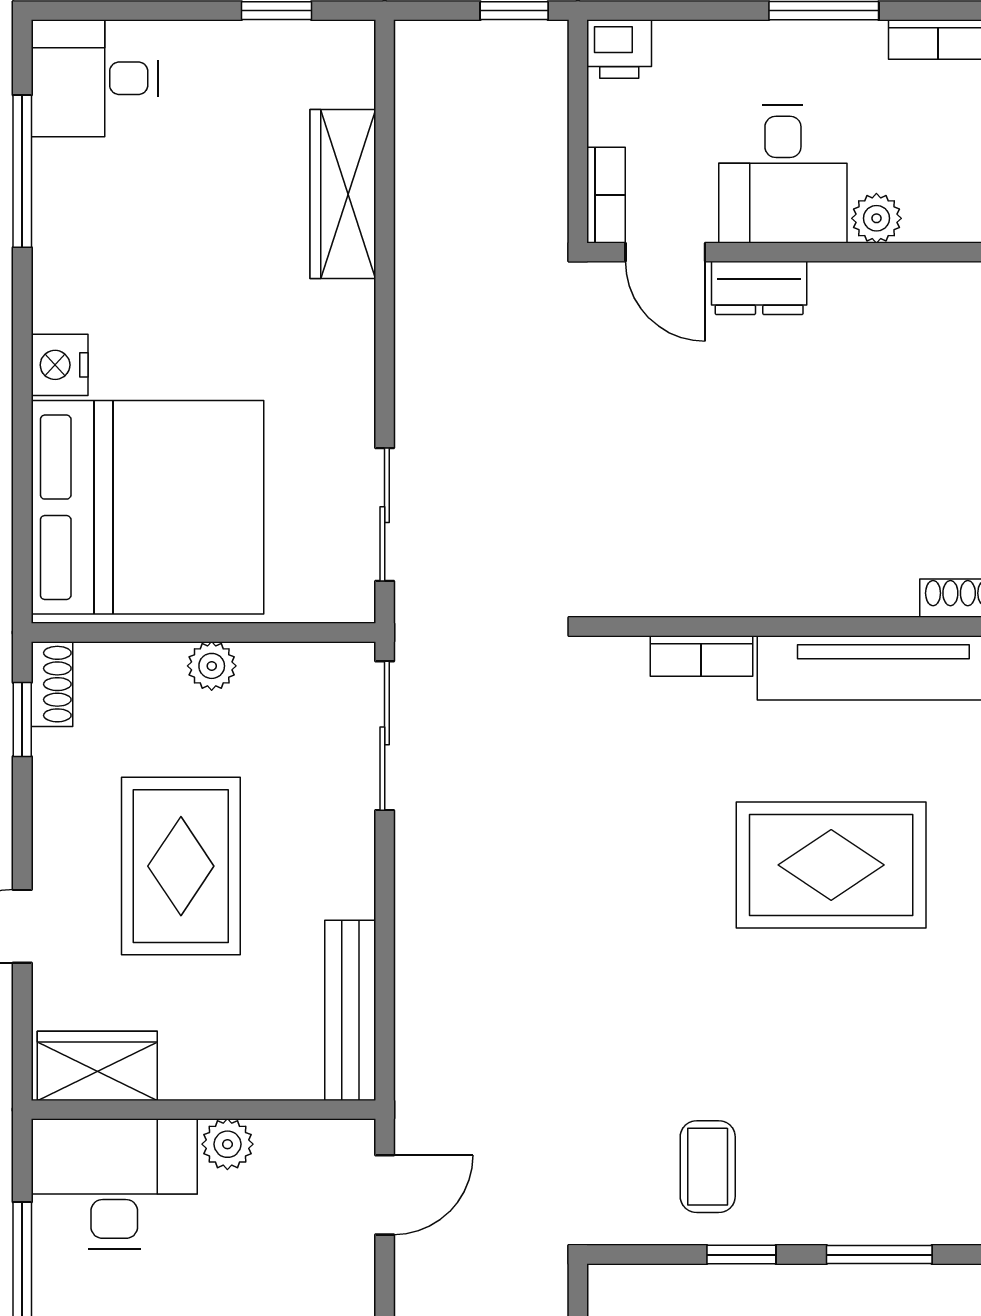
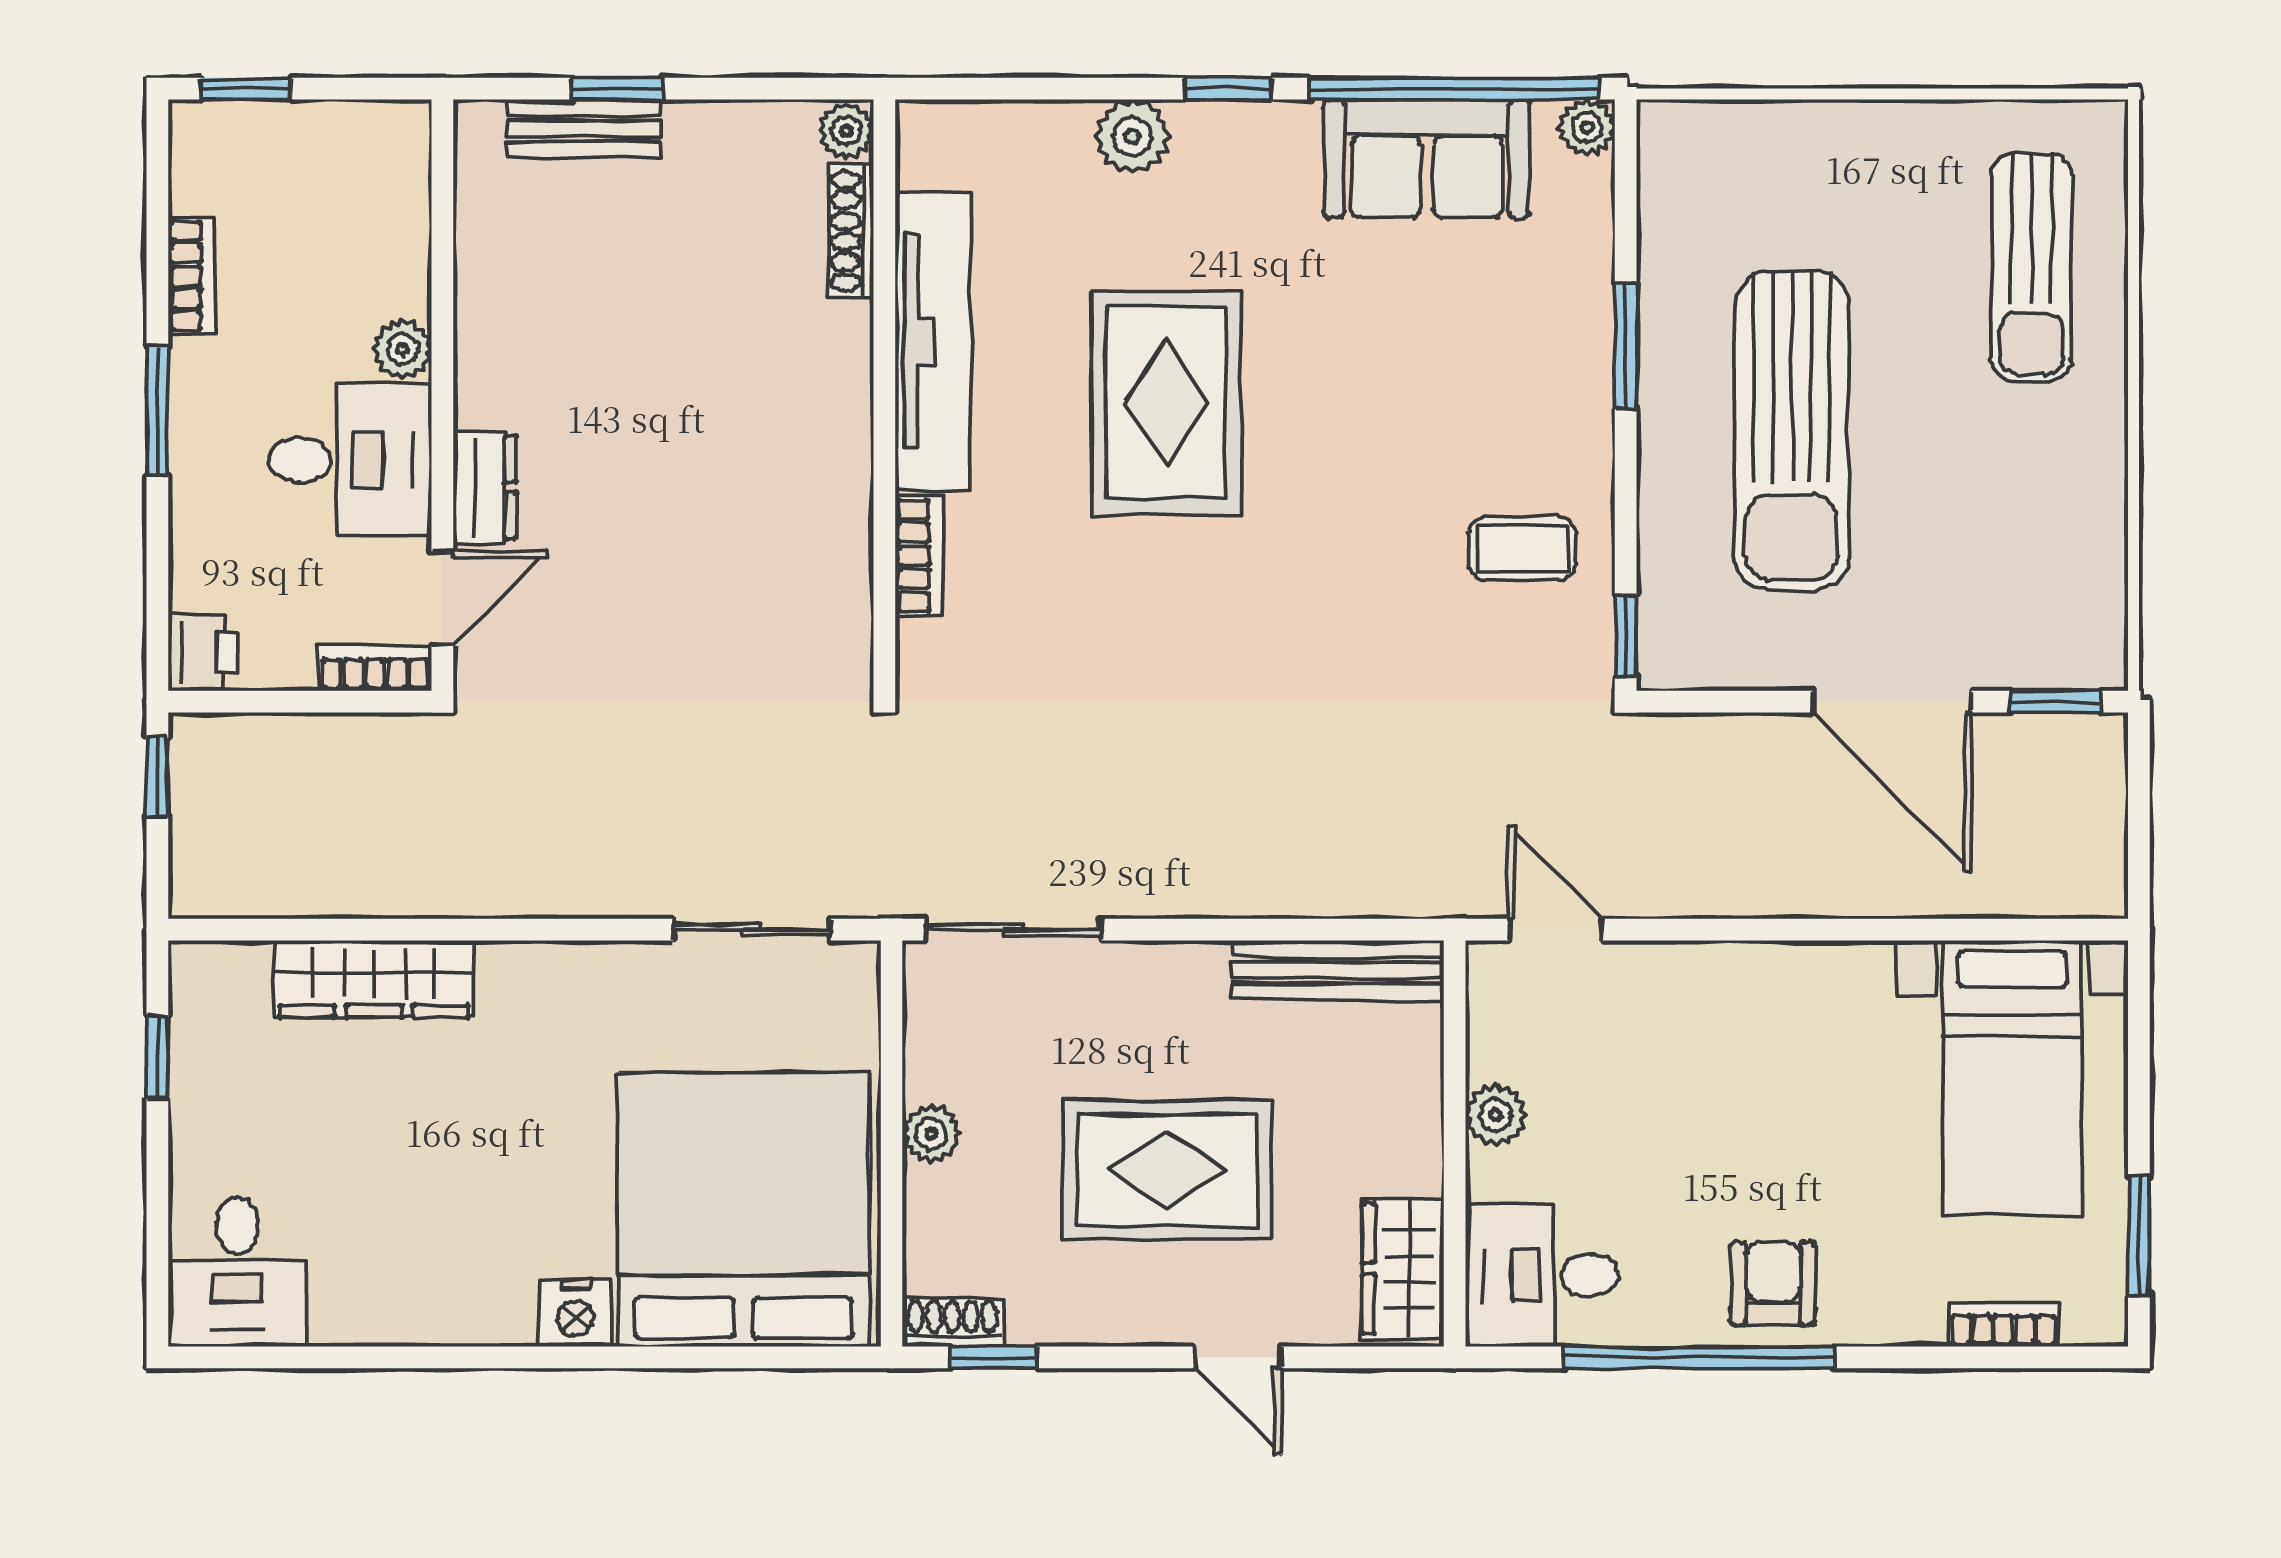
window: (22, 171) -> (347, 1357), removed
desk: (114, 1184) -> (1542, 1275), width x0.73
window: (741, 1255) -> (1626, 636), moved

